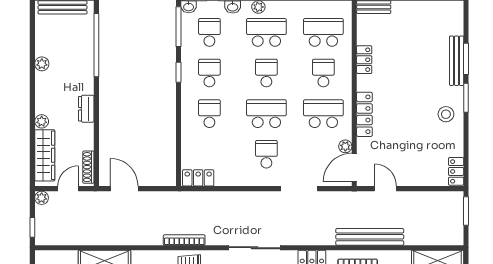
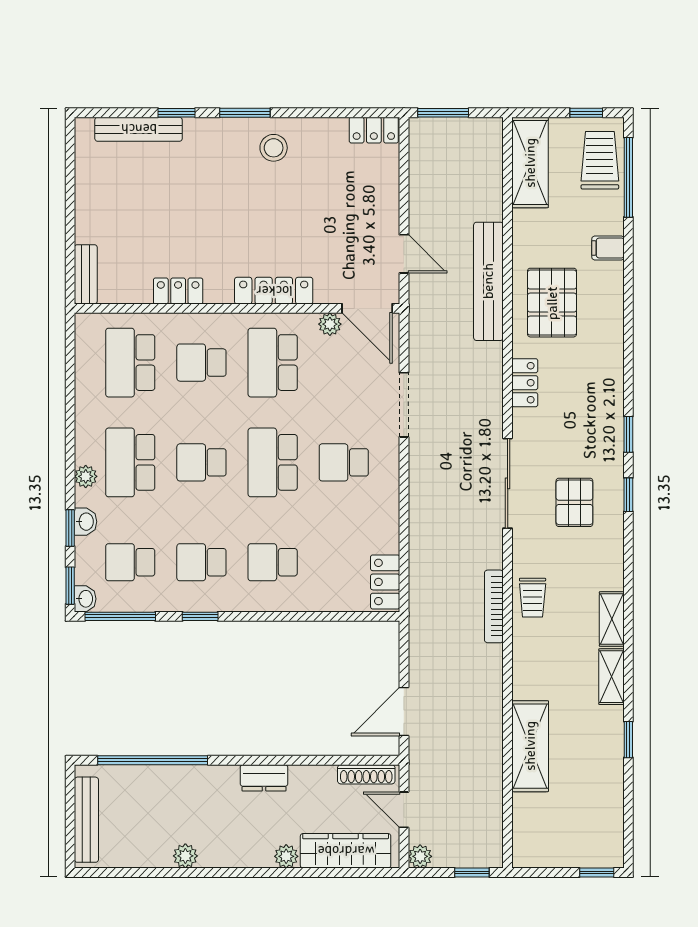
window: (466, 59) -> (177, 113), width x0.67
bench: (457, 61) -> (139, 129), moved
door: (385, 189) -> (404, 254), swing flipped

